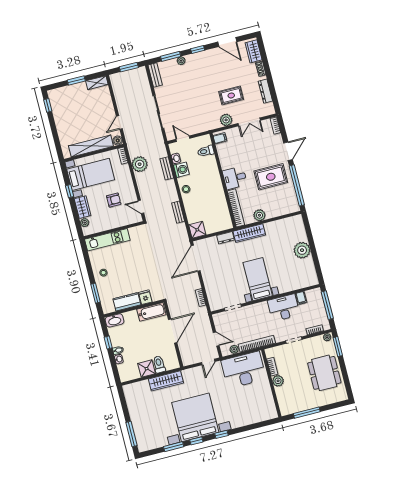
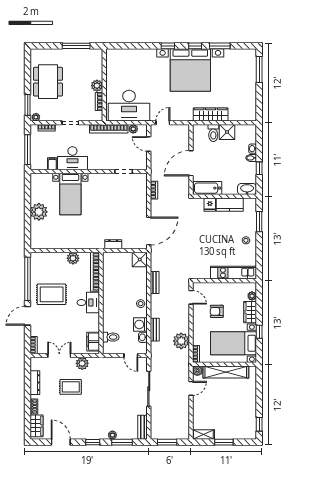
filing cabinet: (220, 138) -> (93, 342), width x2.00
wardrobe: (249, 233) -> (88, 243), removed
bed with nightstands: (258, 279) -> (70, 194), moved

